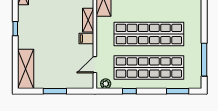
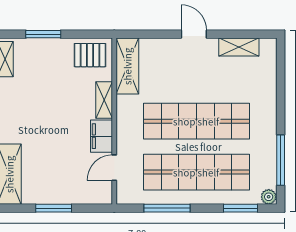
filing cabinet: (86, 39) -> (101, 136), width x2.00
plant: (106, 84) -> (269, 197), moved
window: (129, 91) -> (167, 208), width x2.17

